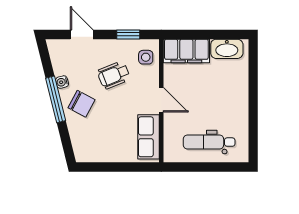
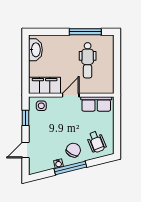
filing cabinet: (186, 51) -> (45, 85), moved, turned -90
wheelchair: (114, 75) -> (96, 142), moved
window: (253, 121) -> (85, 32), added
dental chair: (209, 142) -> (88, 60), moved

